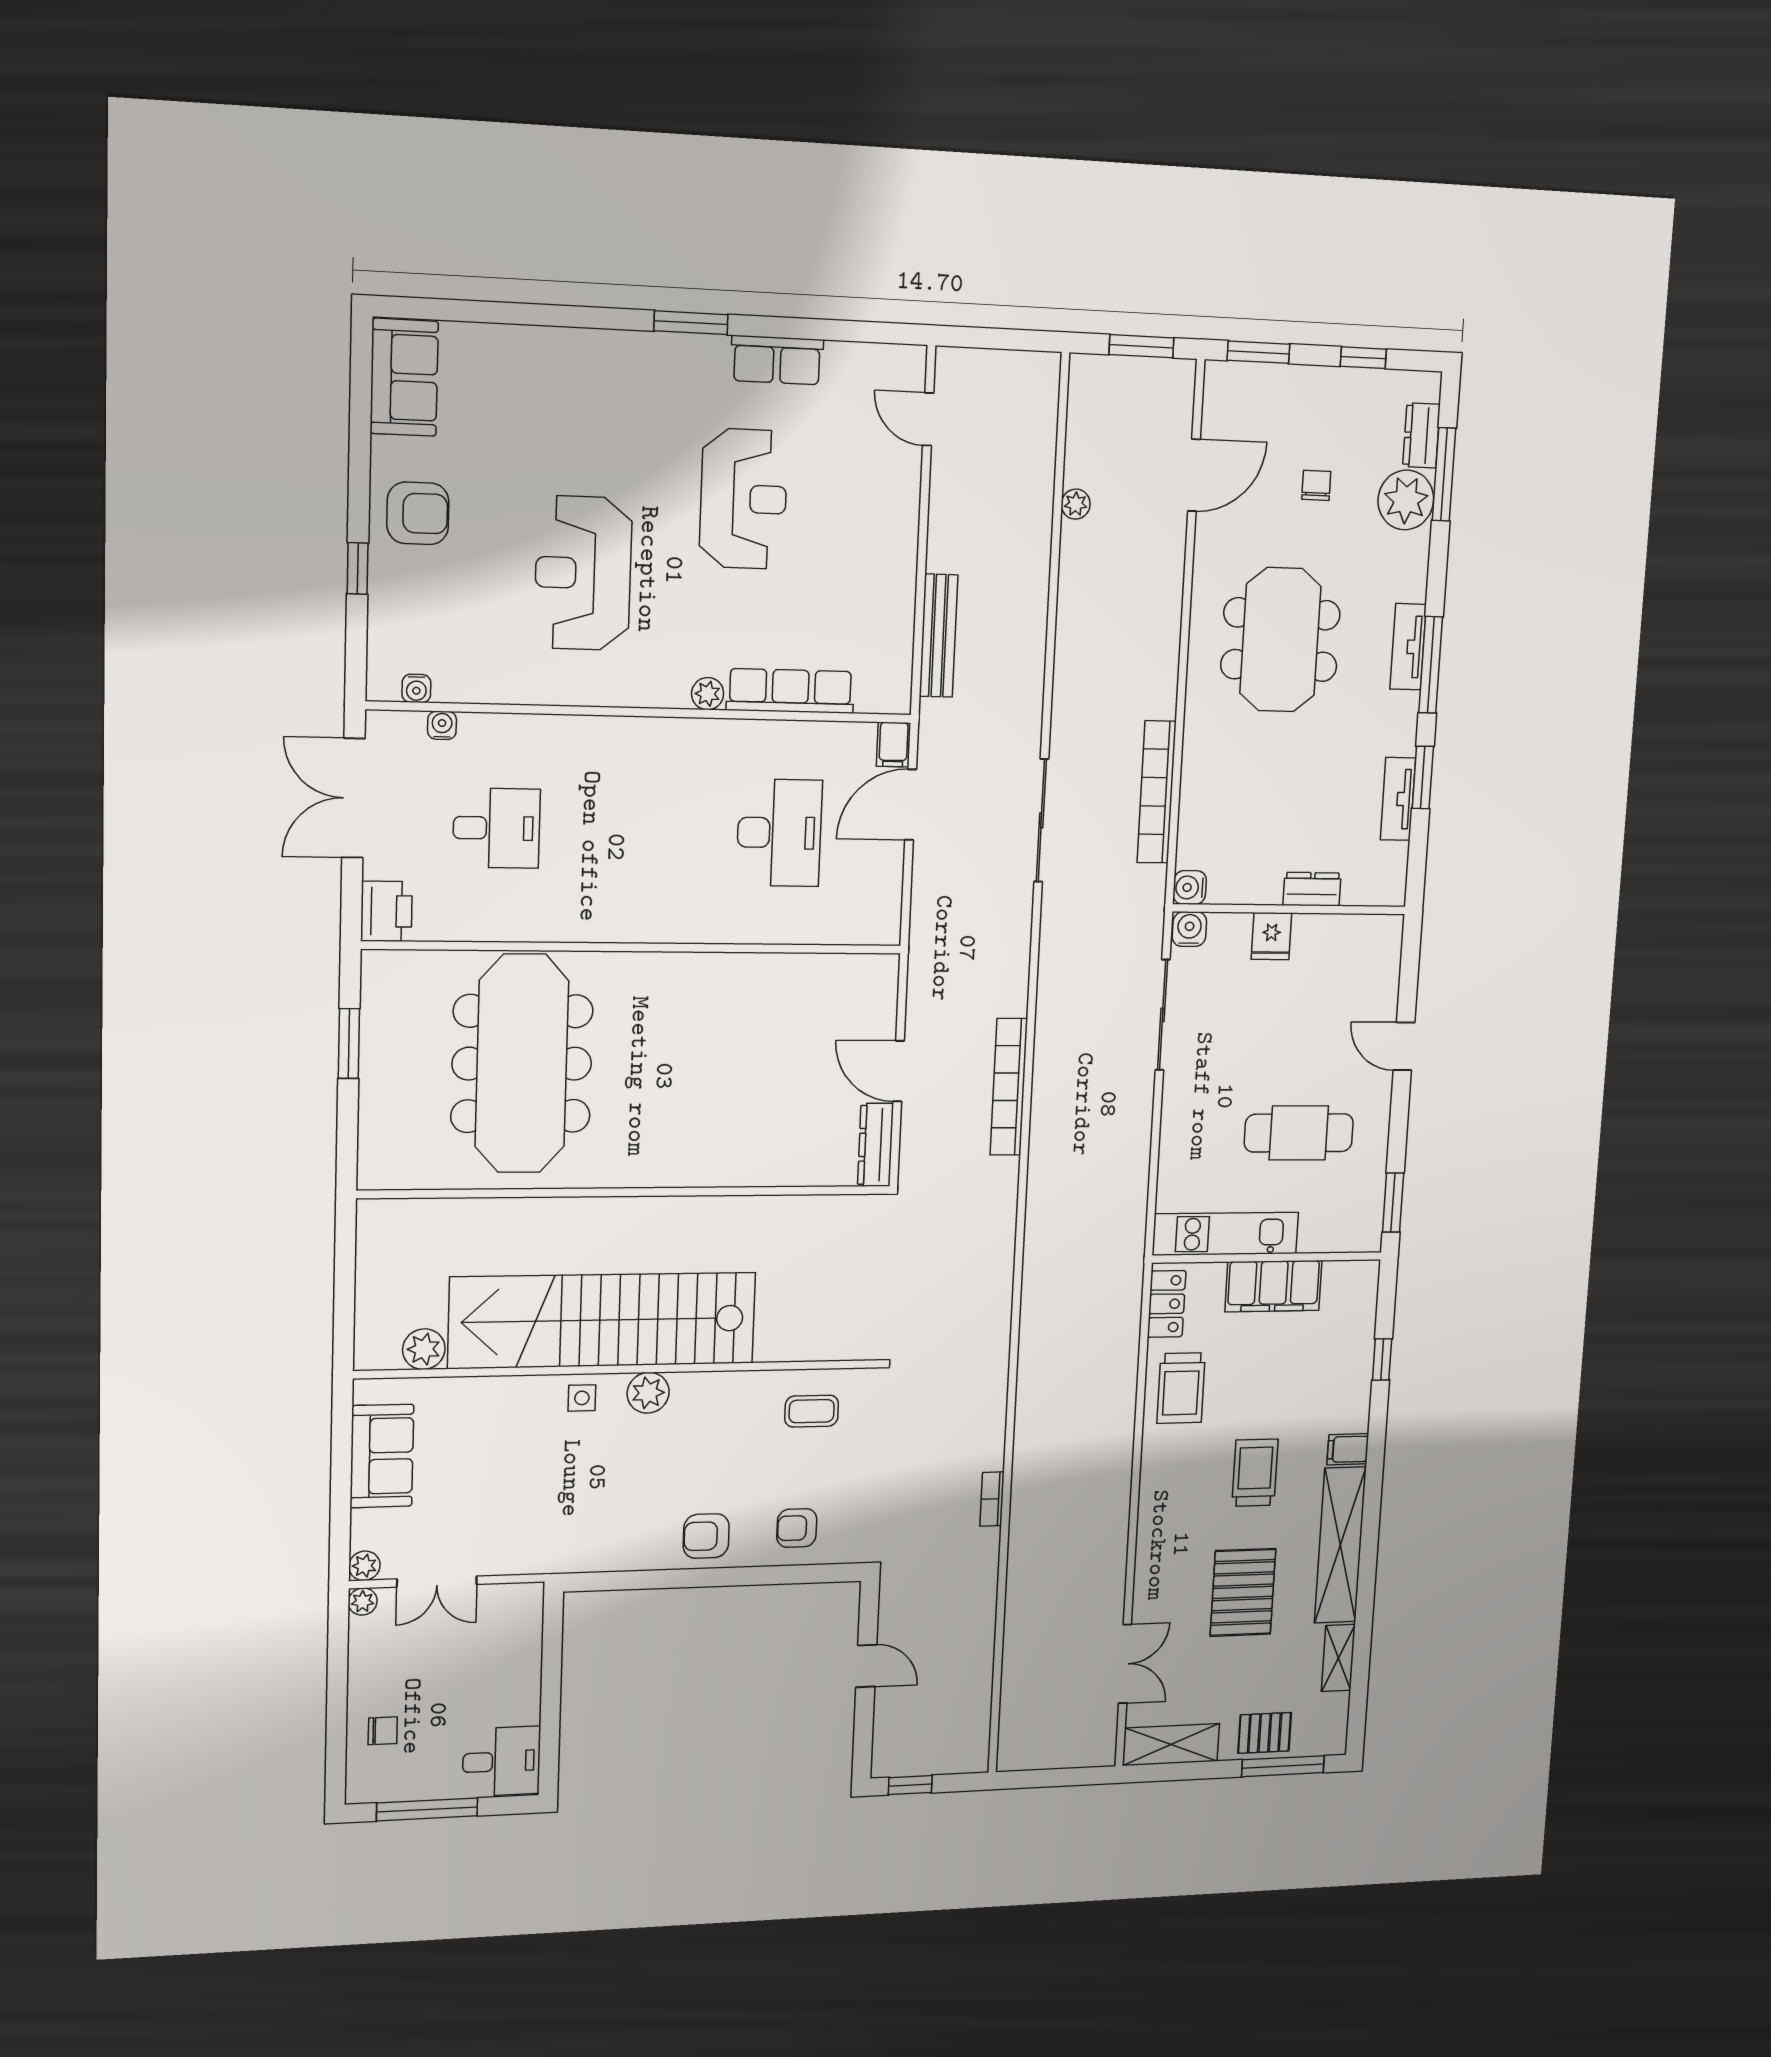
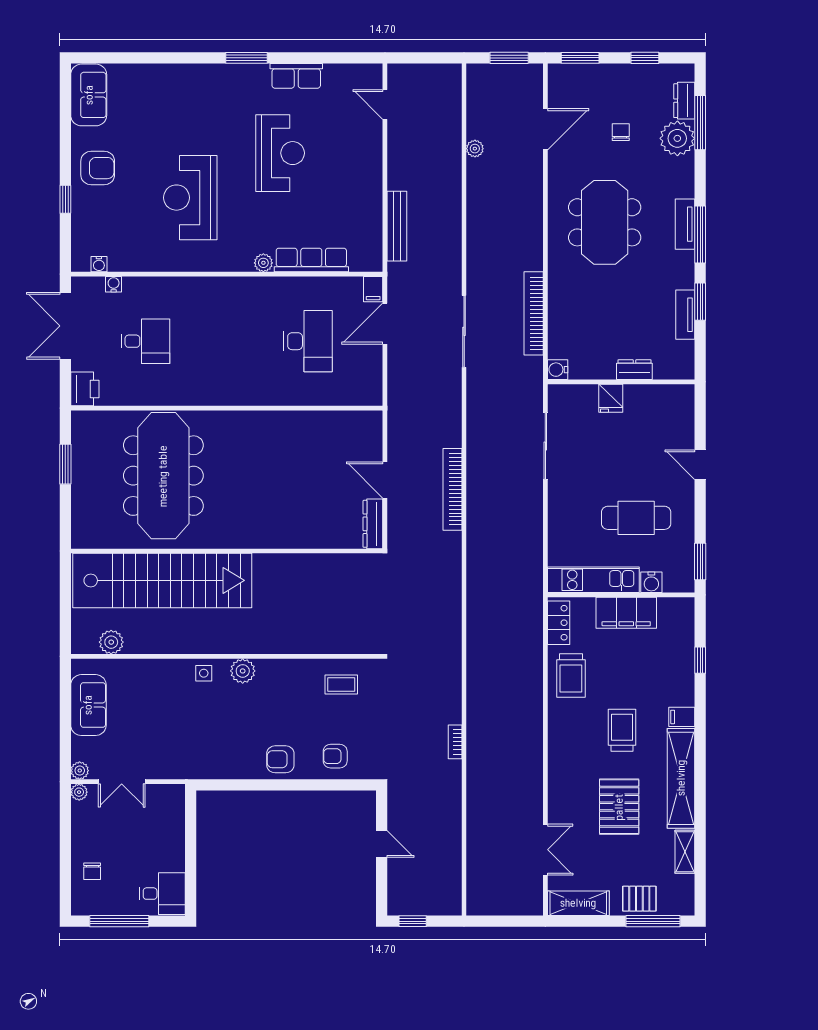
water cooler: (1189, 929) -> (651, 582), moved, turned 180
stairs: (603, 1320) -> (162, 580), moved, turned 180
chair: (383, 1731) -> (92, 871), turned 90

